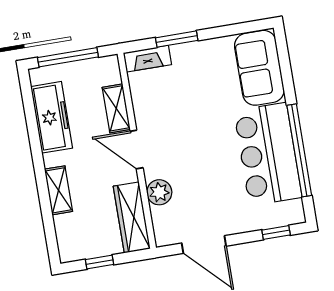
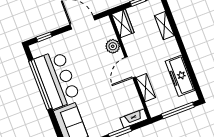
door: (137, 149) -> (130, 67), swing flipped
shelving: (58, 190) -> (164, 26), moved
wardrobe: (132, 217) -> (123, 23), width x0.67

